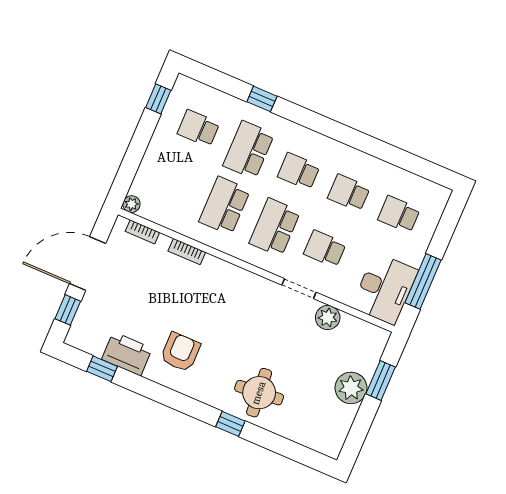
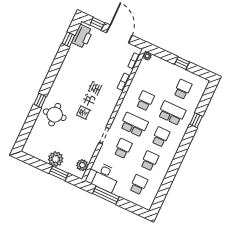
window: (158, 99) -> (182, 63), moved
school desk: (225, 206) -> (145, 101), width x0.54
plant: (328, 318) -> (82, 165), moved
armchair: (180, 352) -> (75, 77), removed
printer: (127, 354) -> (82, 36), moved

